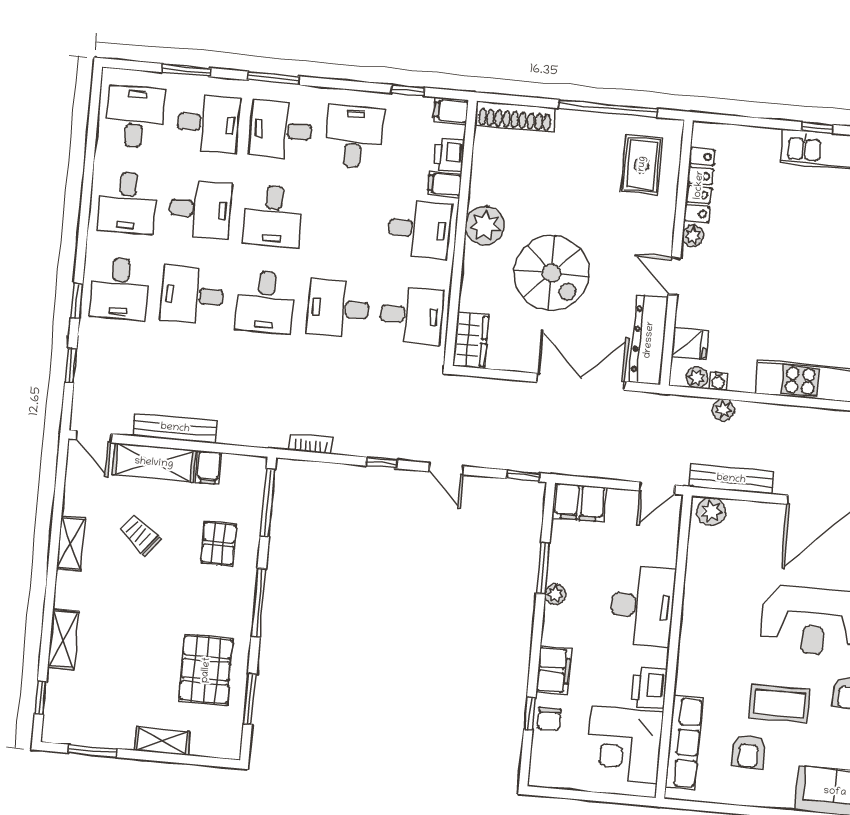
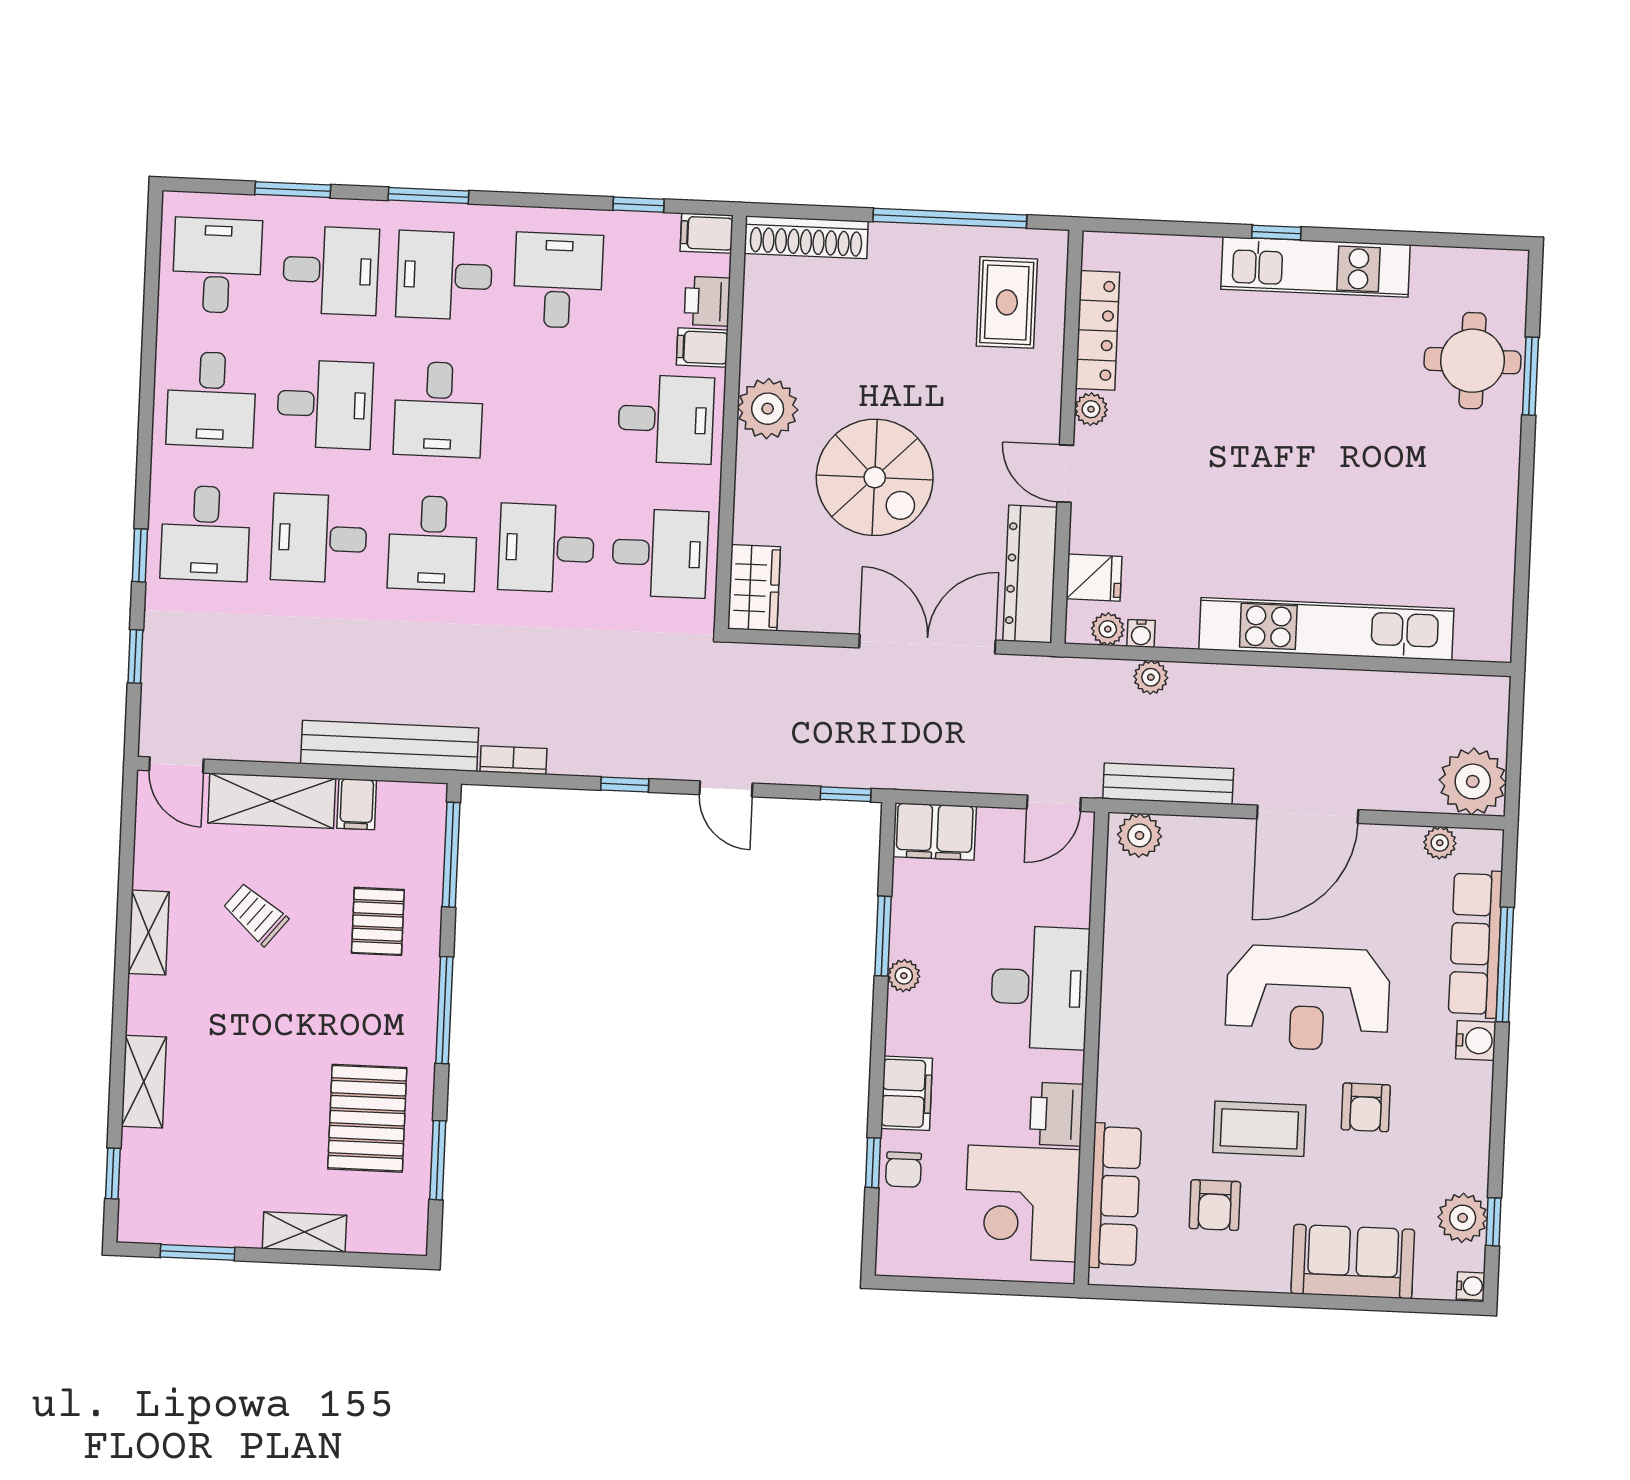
bench: (175, 428) -> (390, 746), moved, width x1.37, depth x1.21

